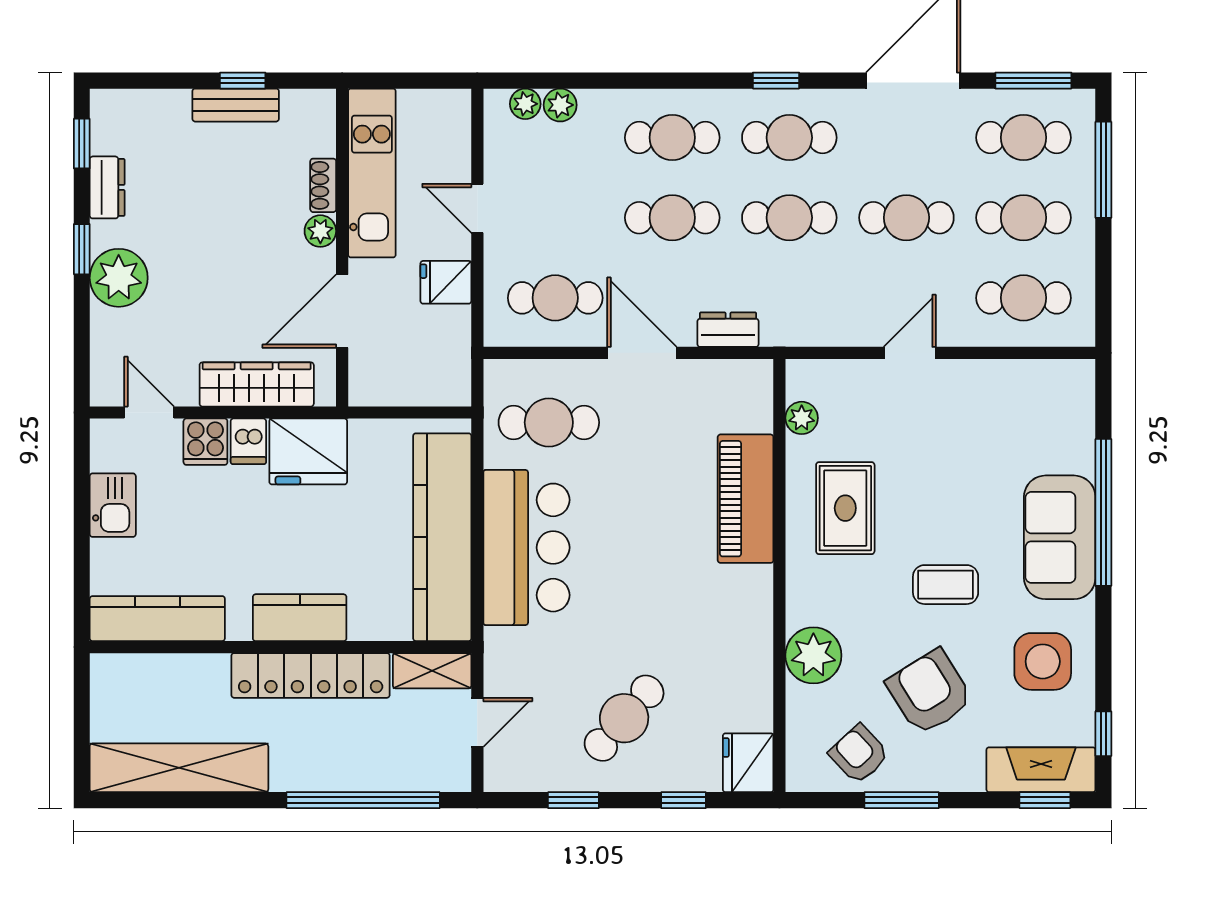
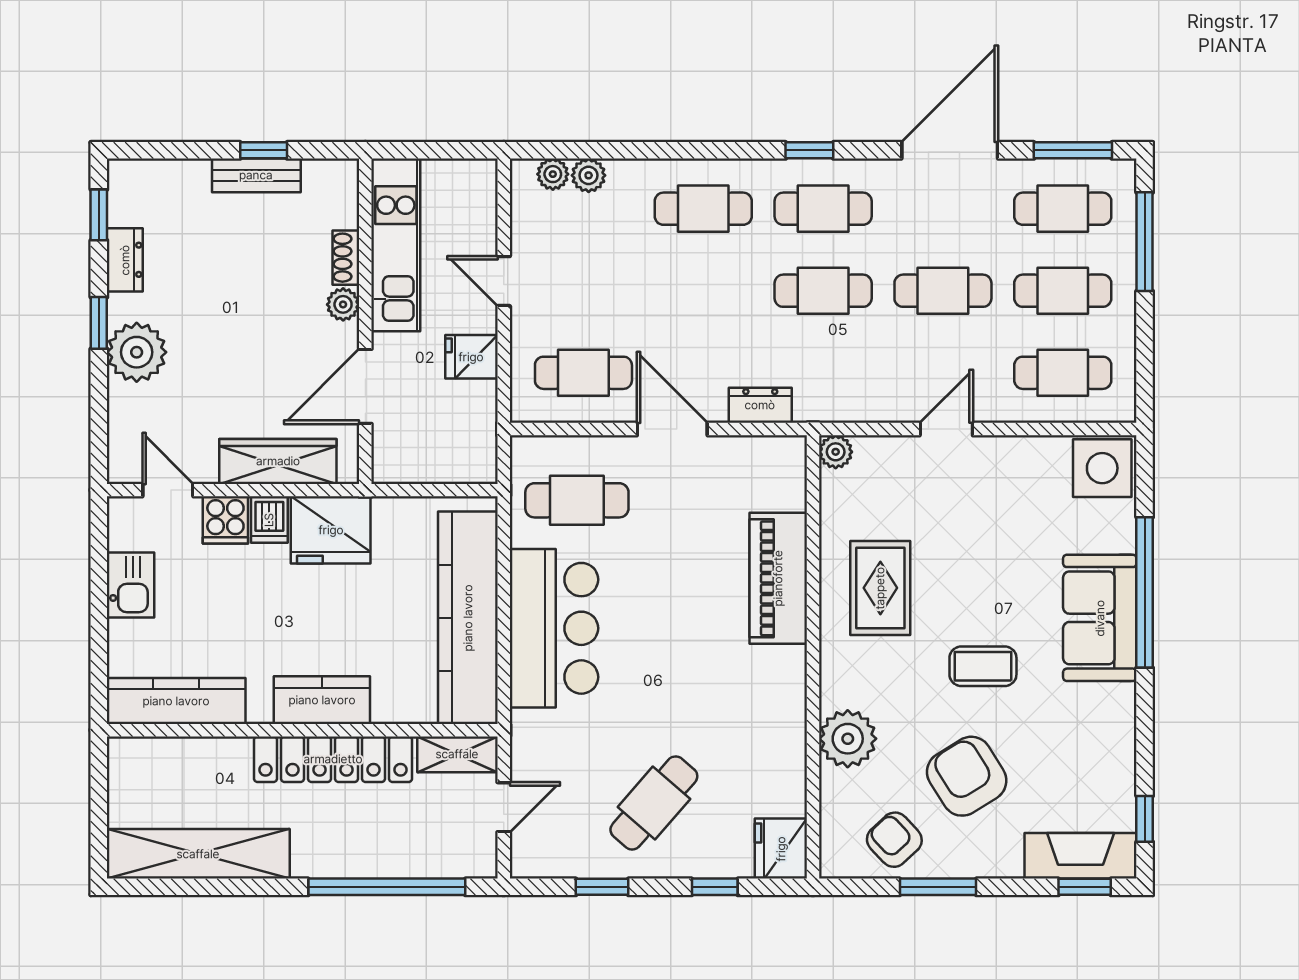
cafe table: (672, 218) -> (703, 291), removed
plant: (802, 418) -> (836, 452), moved
side table: (1043, 661) -> (1102, 468), moved

